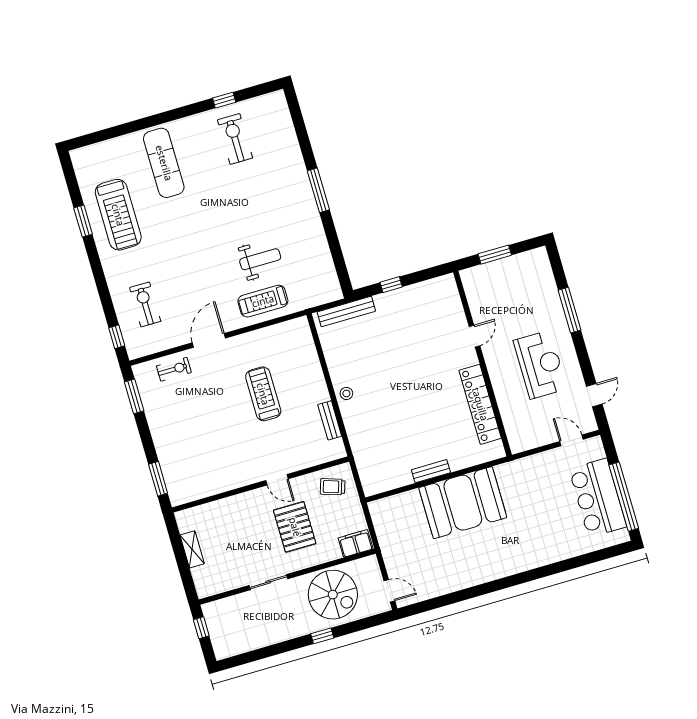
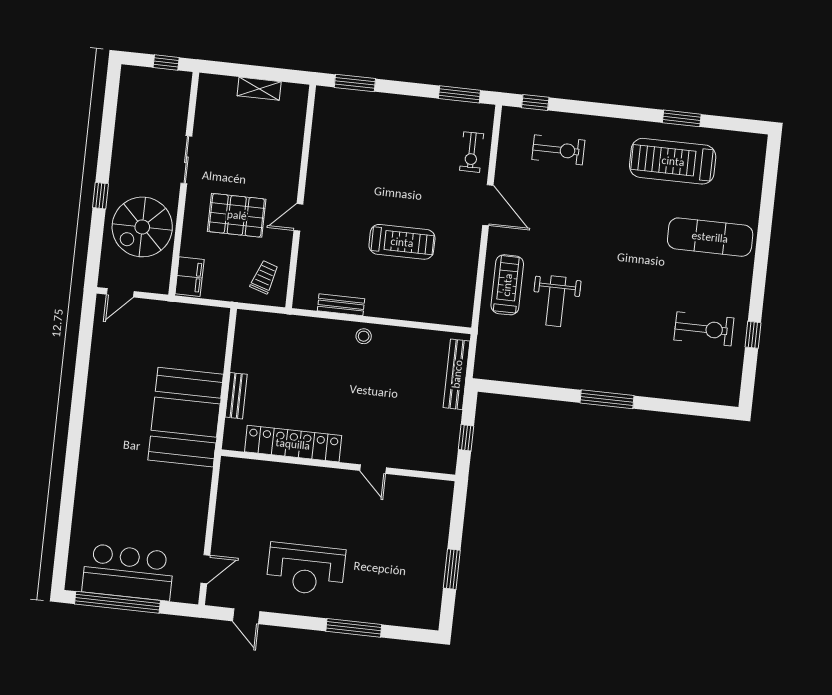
door: (474, 336) -> (373, 469), moved
wall: (482, 364) -> (338, 465), moved
locker: (480, 404) -> (293, 444), moved

